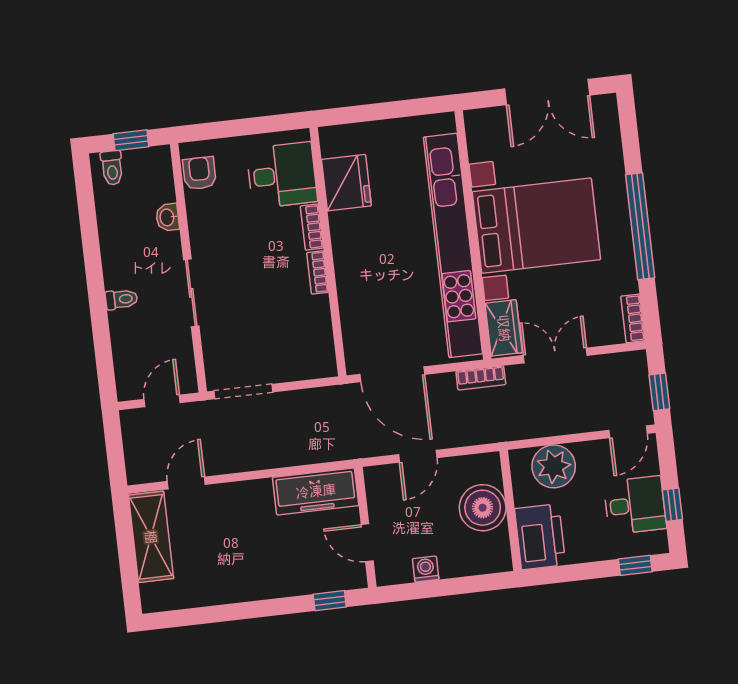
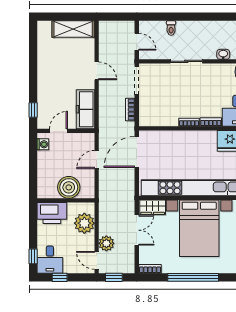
toilet: (121, 299) -> (171, 28), moved
bookcase: (481, 378) -> (130, 109), moved
plant: (590, 415) -> (106, 243), added
door: (418, 456) -> (97, 160), hinge flipped
door: (186, 483) -> (97, 71), moved
desk: (635, 505) -> (50, 260), moved
washing machine: (426, 569) -> (43, 144), moved

